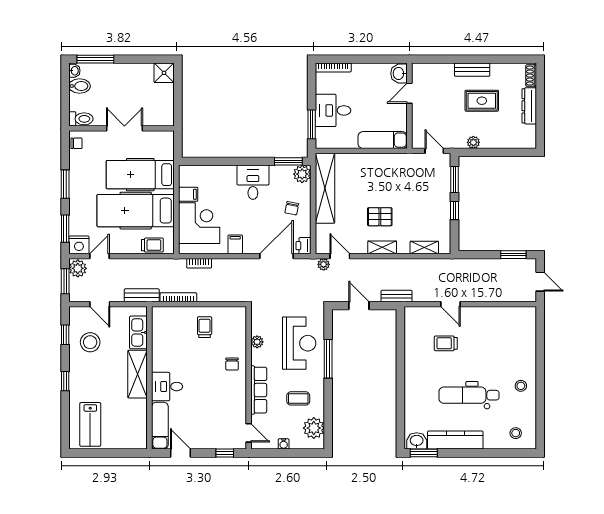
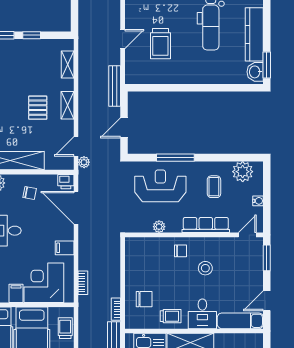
bench: (397, 296) -> (115, 86), width x1.36
bookcase: (178, 297) -> (116, 309), width x0.64
chair: (182, 327) -> (144, 299), added
trolley: (205, 327) -> (171, 316), moved, turned 180
trolley: (446, 343) -> (160, 44), width x1.36, depth x1.39
stool: (214, 390) -> (205, 268), added
window: (225, 453) -> (267, 258), width x1.50

